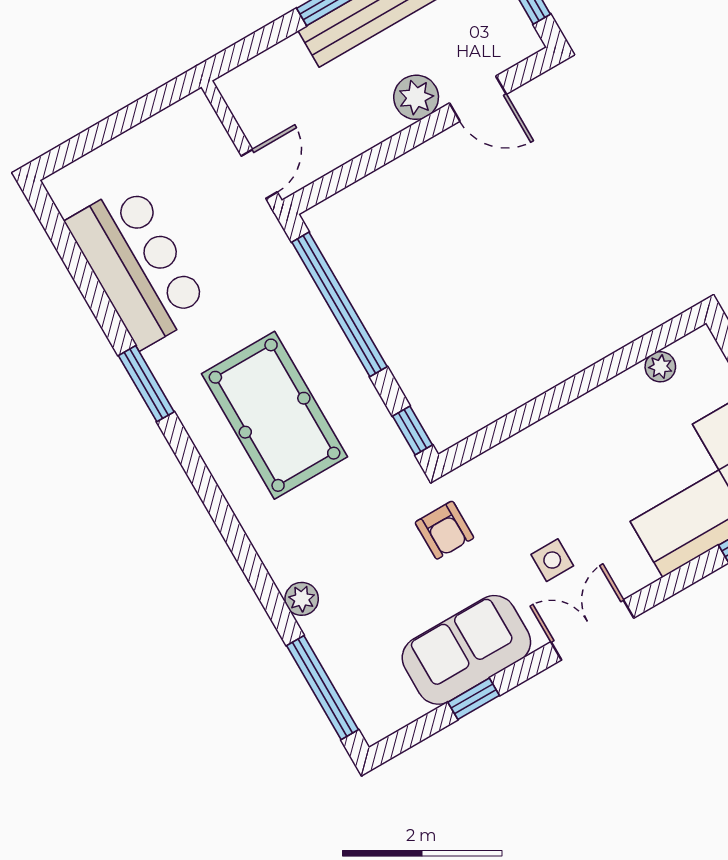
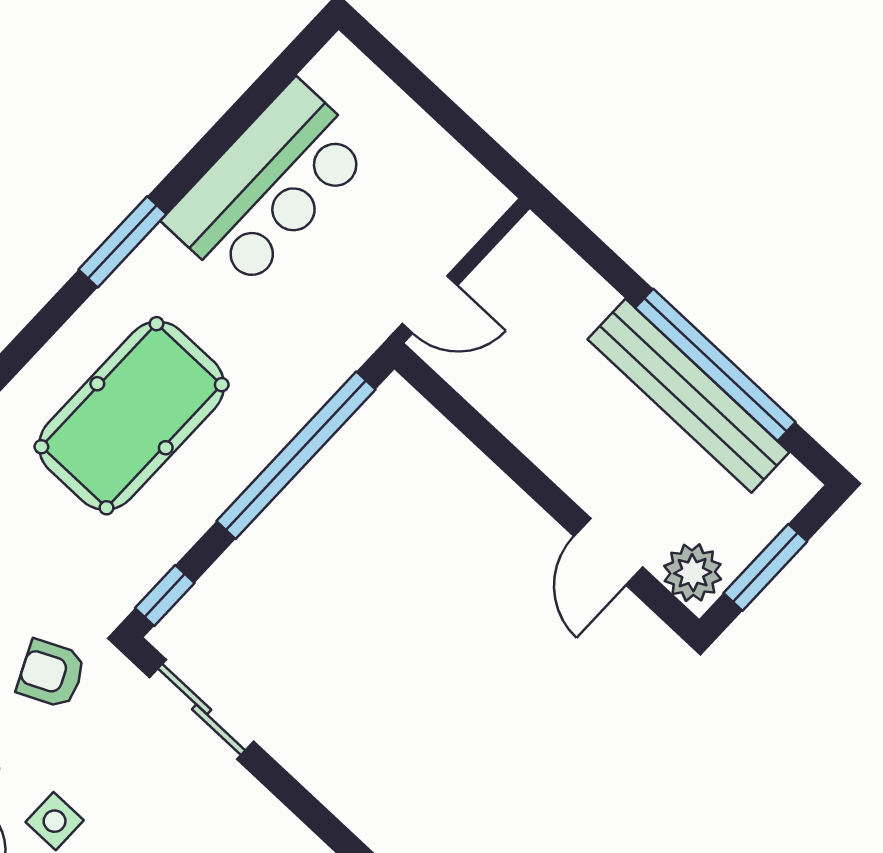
plant: (416, 97) -> (693, 573), moved
sliding door: (503, 429) -> (202, 709), added
armchair: (444, 530) -> (51, 674), turned 65

